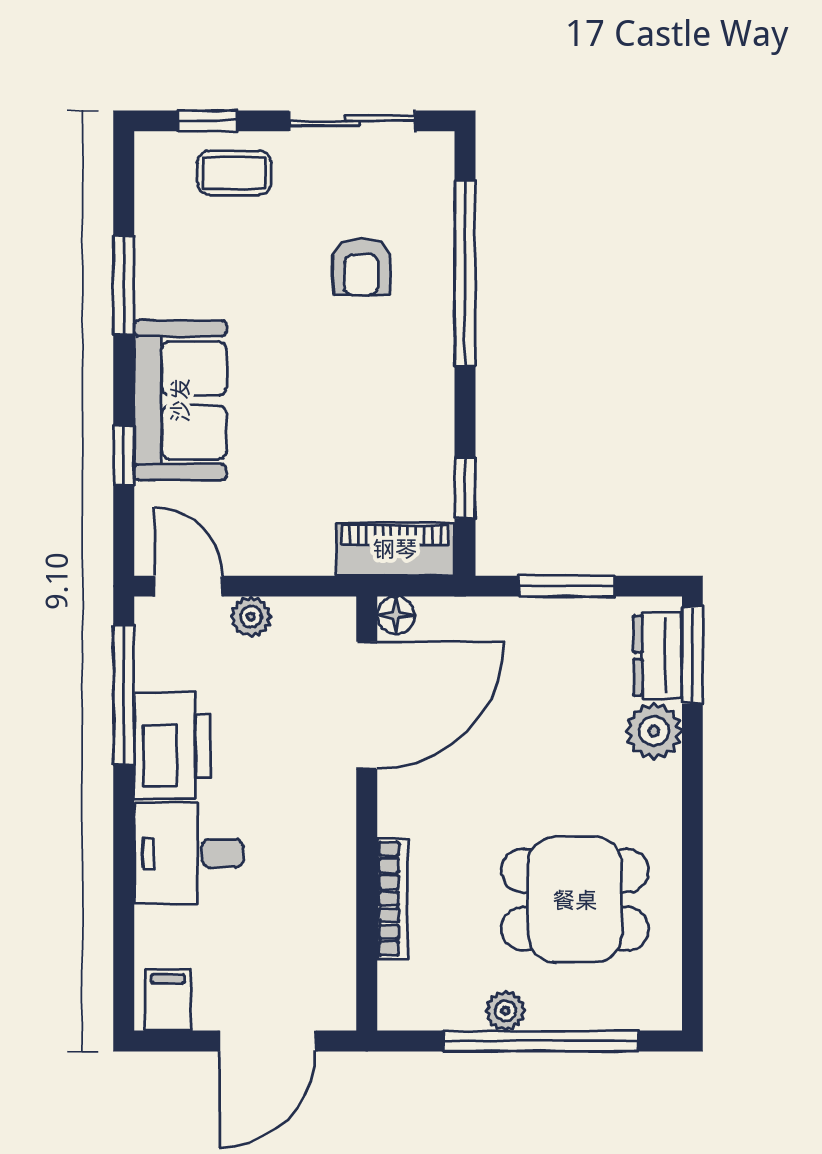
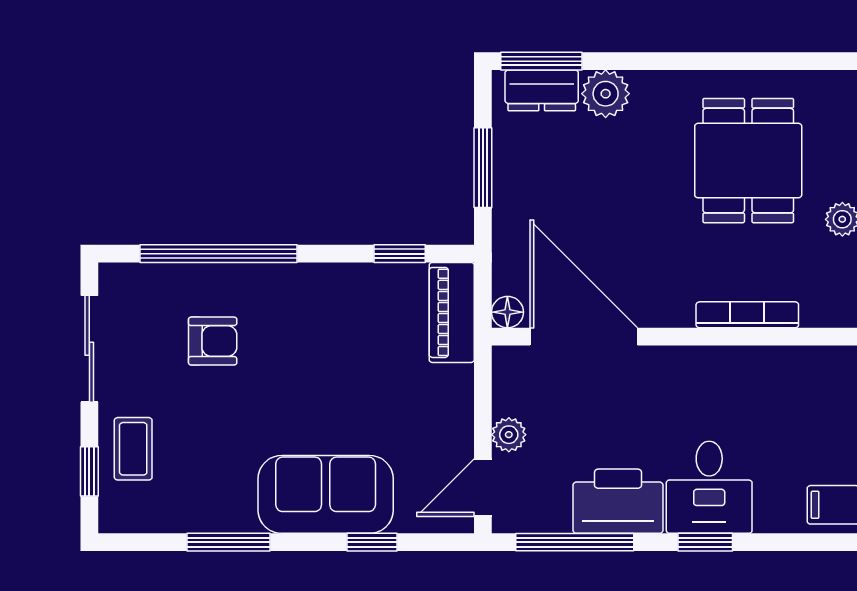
window: (124, 849) -> (705, 542), added

